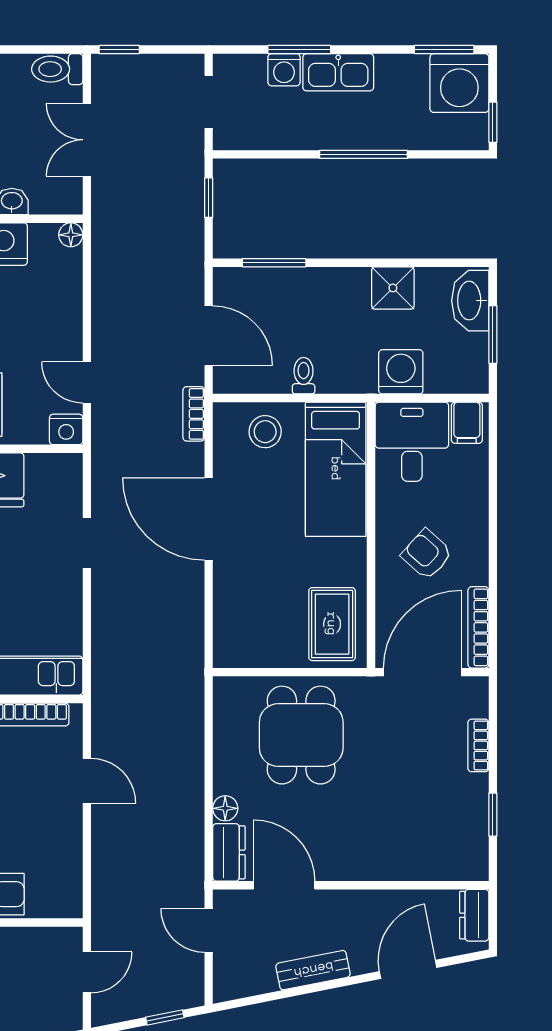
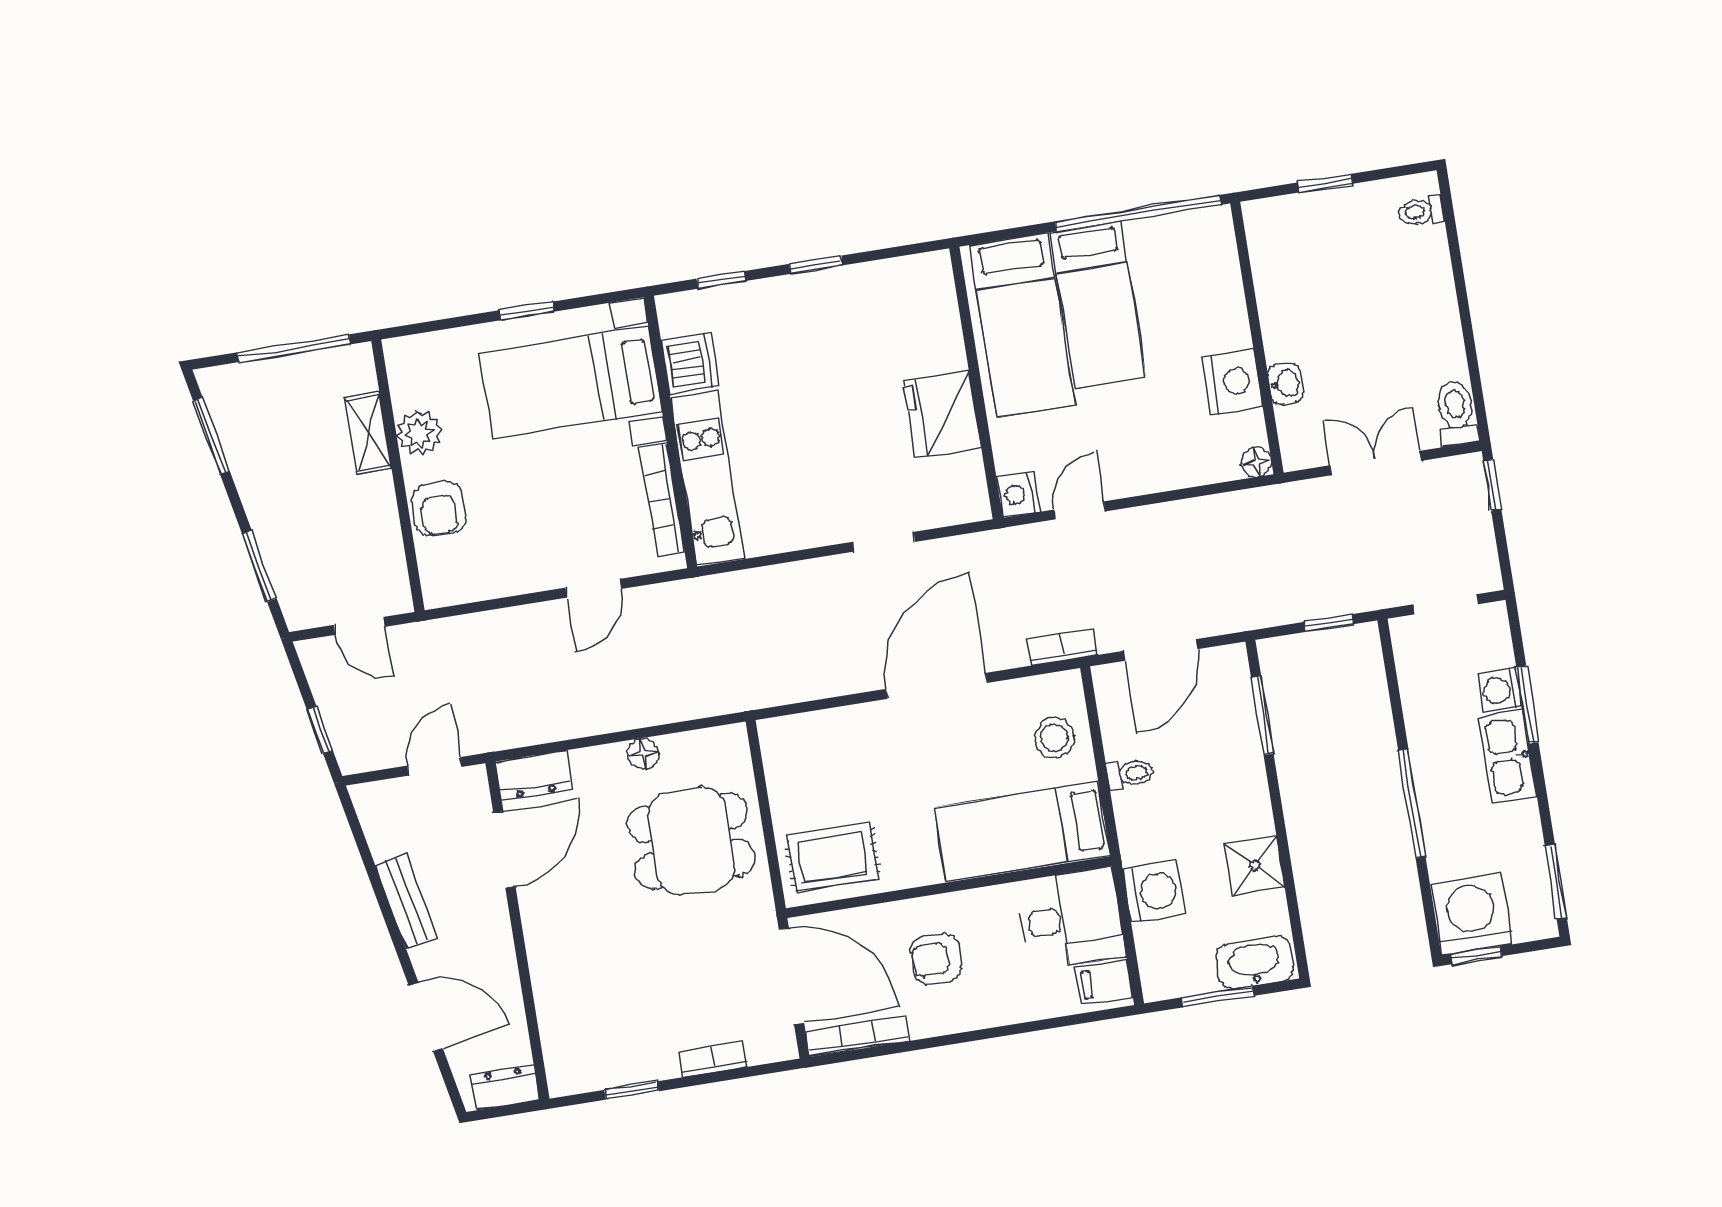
washing machine: (459, 83) -> (1472, 914), moved, turned 90
armchair: (427, 554) -> (936, 959), turned -132
floor lamp: (225, 808) -> (643, 754), moved

